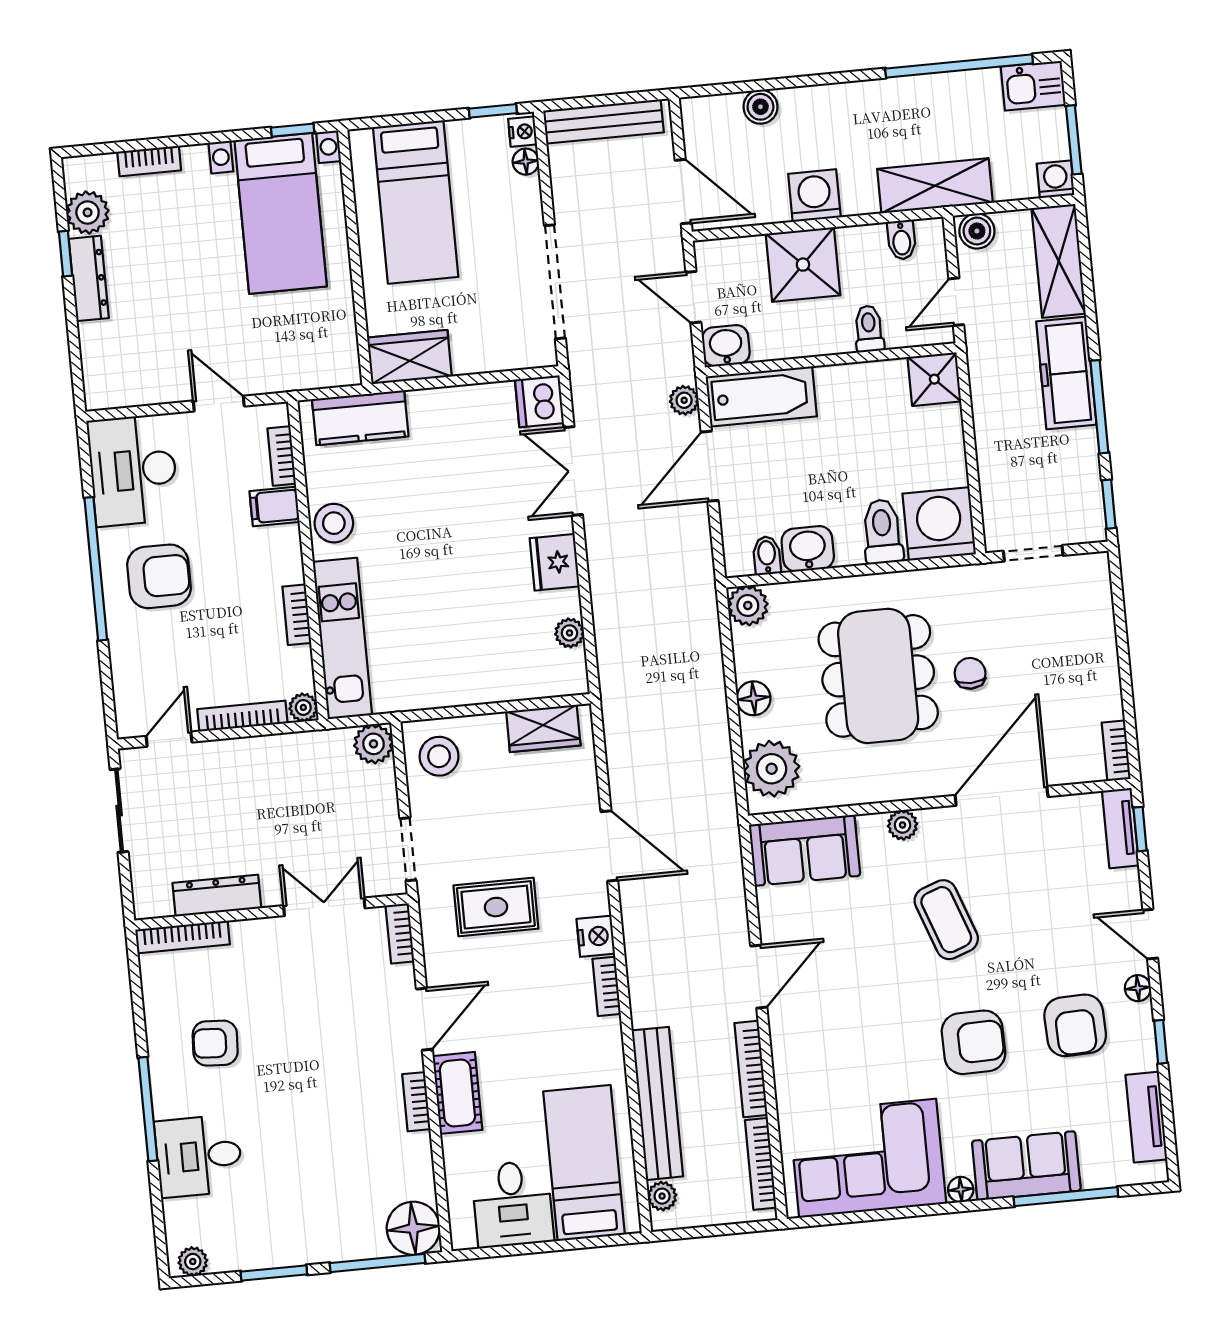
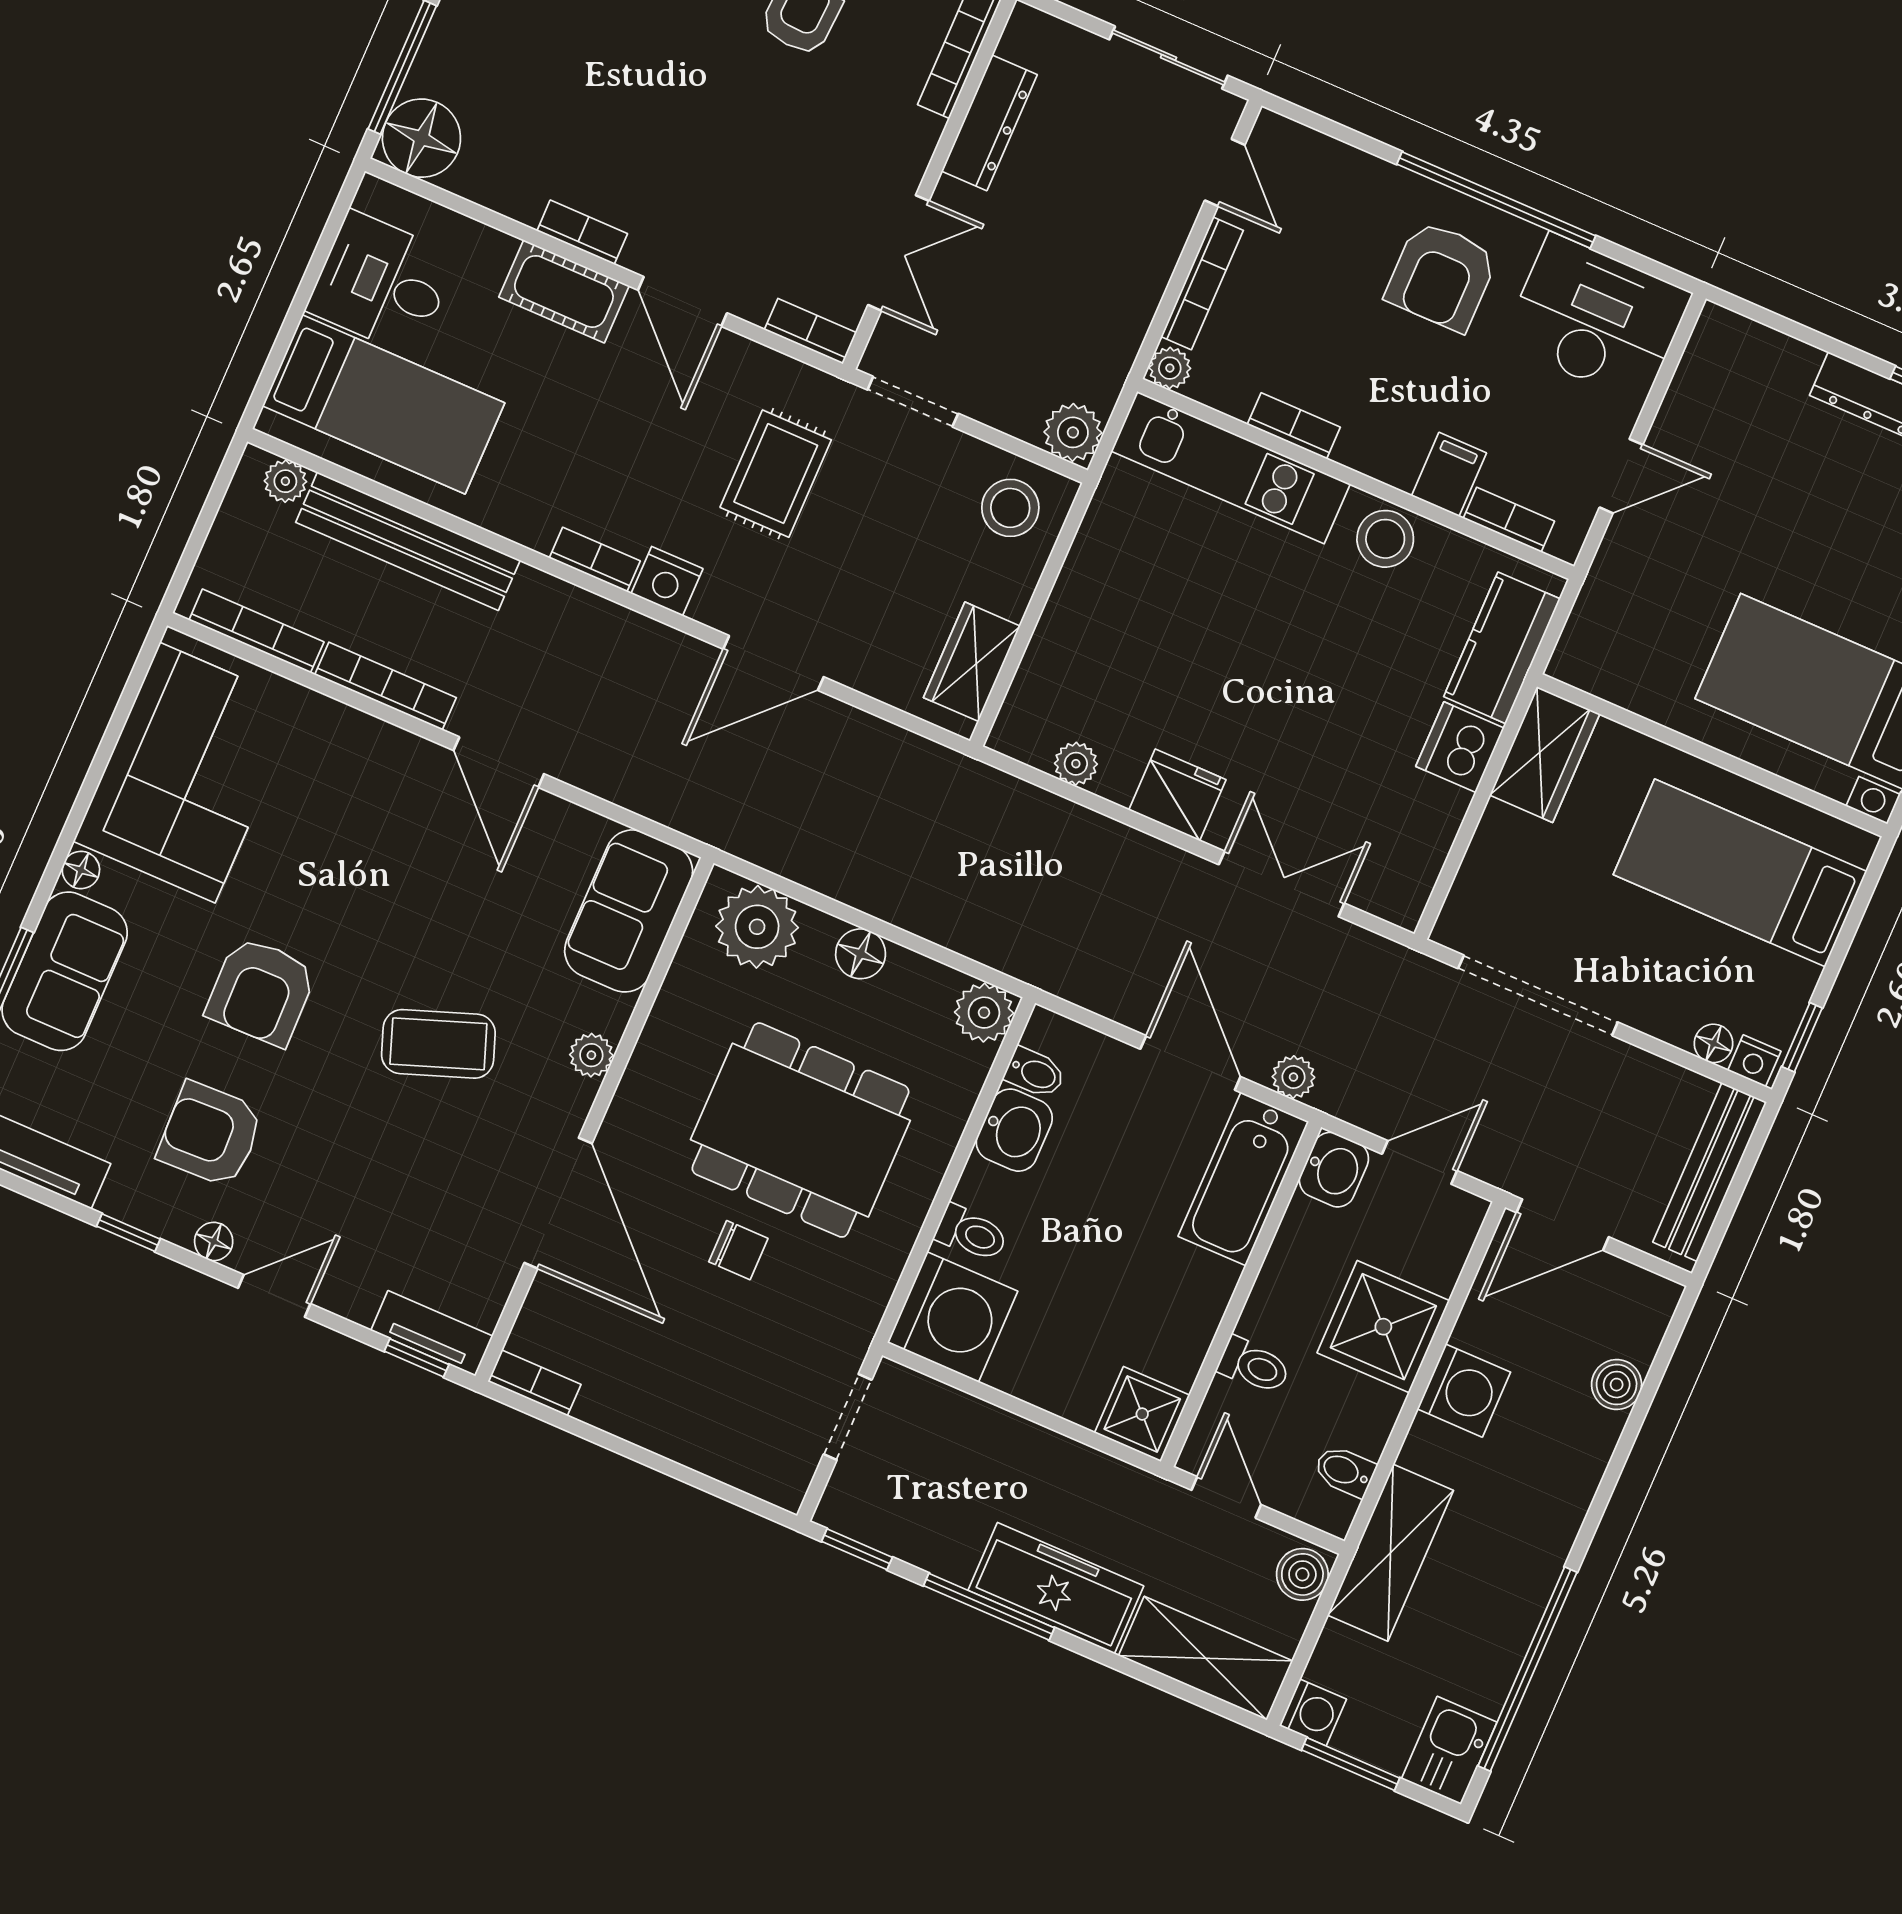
dishwasher: (539, 401) -> (1460, 747), moved, turned -90
toilet: (882, 531) -> (971, 1233), width x0.73, depth x0.72

